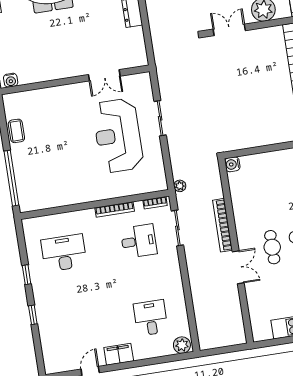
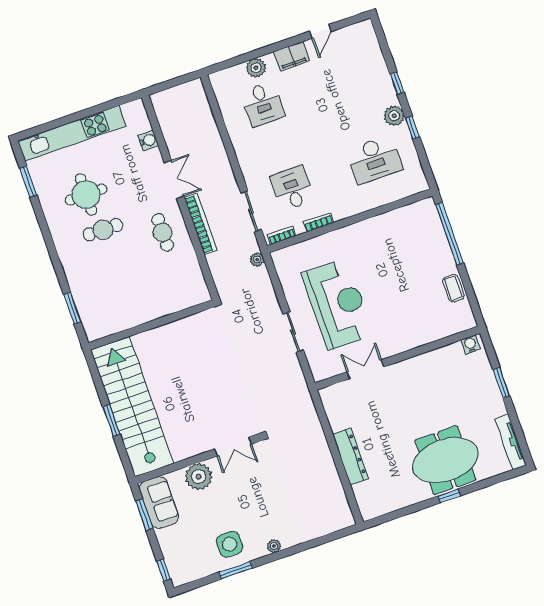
water cooler: (232, 164) -> (148, 140), moved
bookcase: (115, 209) -> (319, 222), width x0.64
desk: (139, 241) -> (292, 188), turned 90
cafe table: (272, 247) -> (163, 232), moved
double door: (238, 267) -> (174, 179), swing flipped
plant: (40, 287) -> (394, 116), added
plant: (182, 345) -> (256, 68), moved

